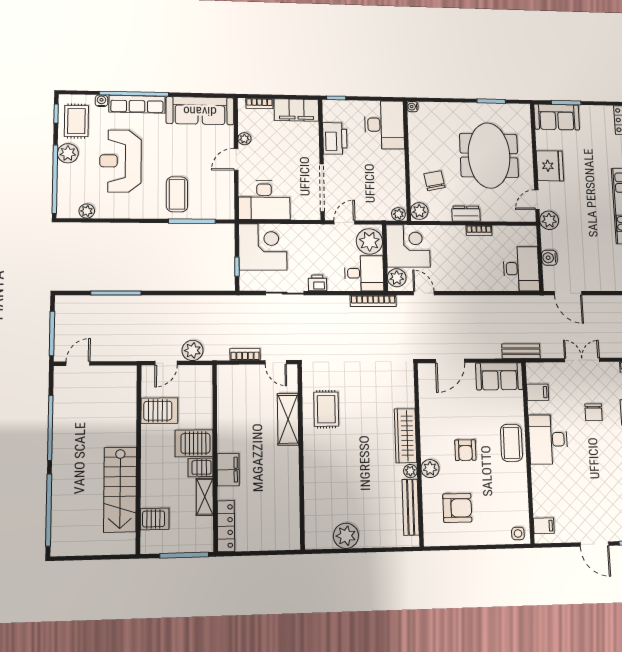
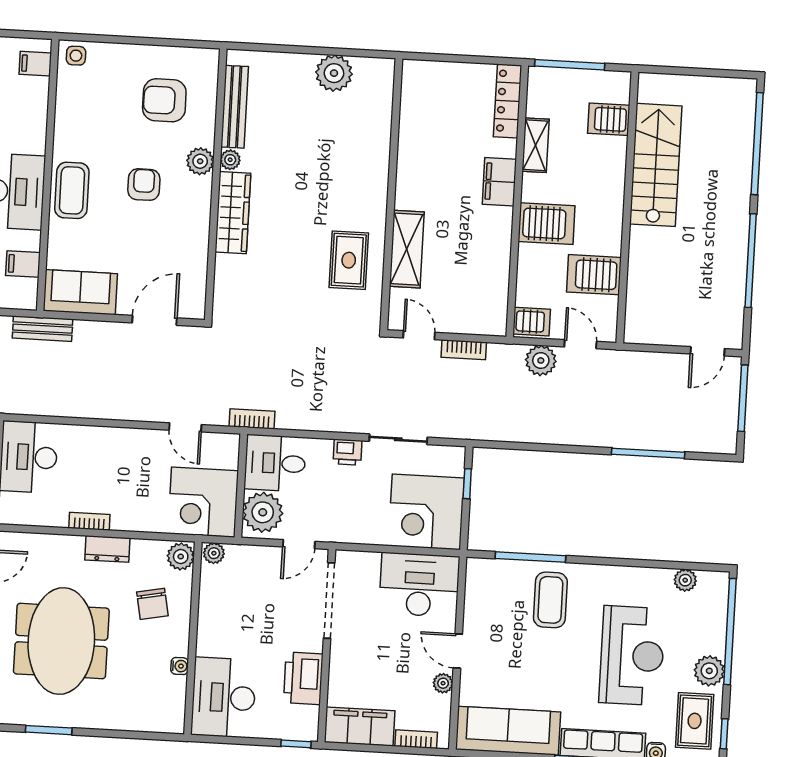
water cooler: (413, 107) -> (180, 666), moved
door: (236, 159) -> (458, 651), swing flipped
plant: (397, 278) -> (225, 453), removed
bookcase: (373, 301) -> (252, 419), width x0.64
door: (166, 363) -> (580, 344), hinge flipped
server rack: (201, 467) -> (532, 322), moved

